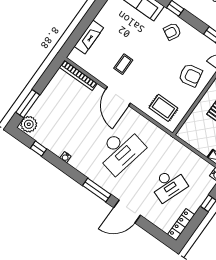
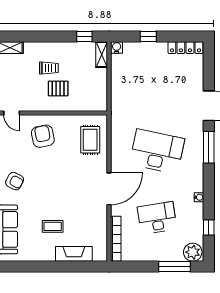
coffee table: (123, 64) -> (53, 226), moved
desk: (169, 185) -> (157, 218), moved, turned -30

